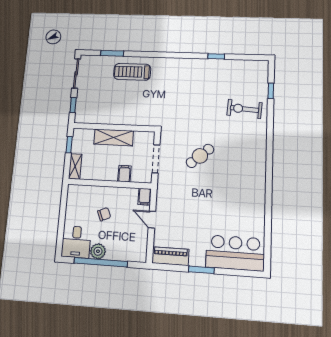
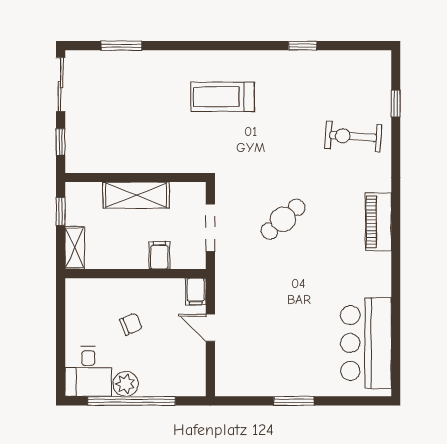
treadmill: (132, 72) -> (223, 97), moved
bar counter: (235, 253) -> (366, 343), moved, turned -90
piano: (170, 256) -> (378, 222), moved, turned -90

